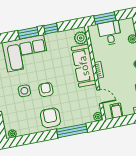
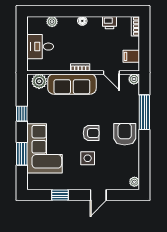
window: (105, 18) -> (22, 49), removed
window: (28, 33) -> (22, 154), moved
armchair: (46, 90) -> (91, 133), turned 180
door: (100, 97) -> (111, 72), swing flipped
armchair: (50, 118) -> (125, 134), turned 90

